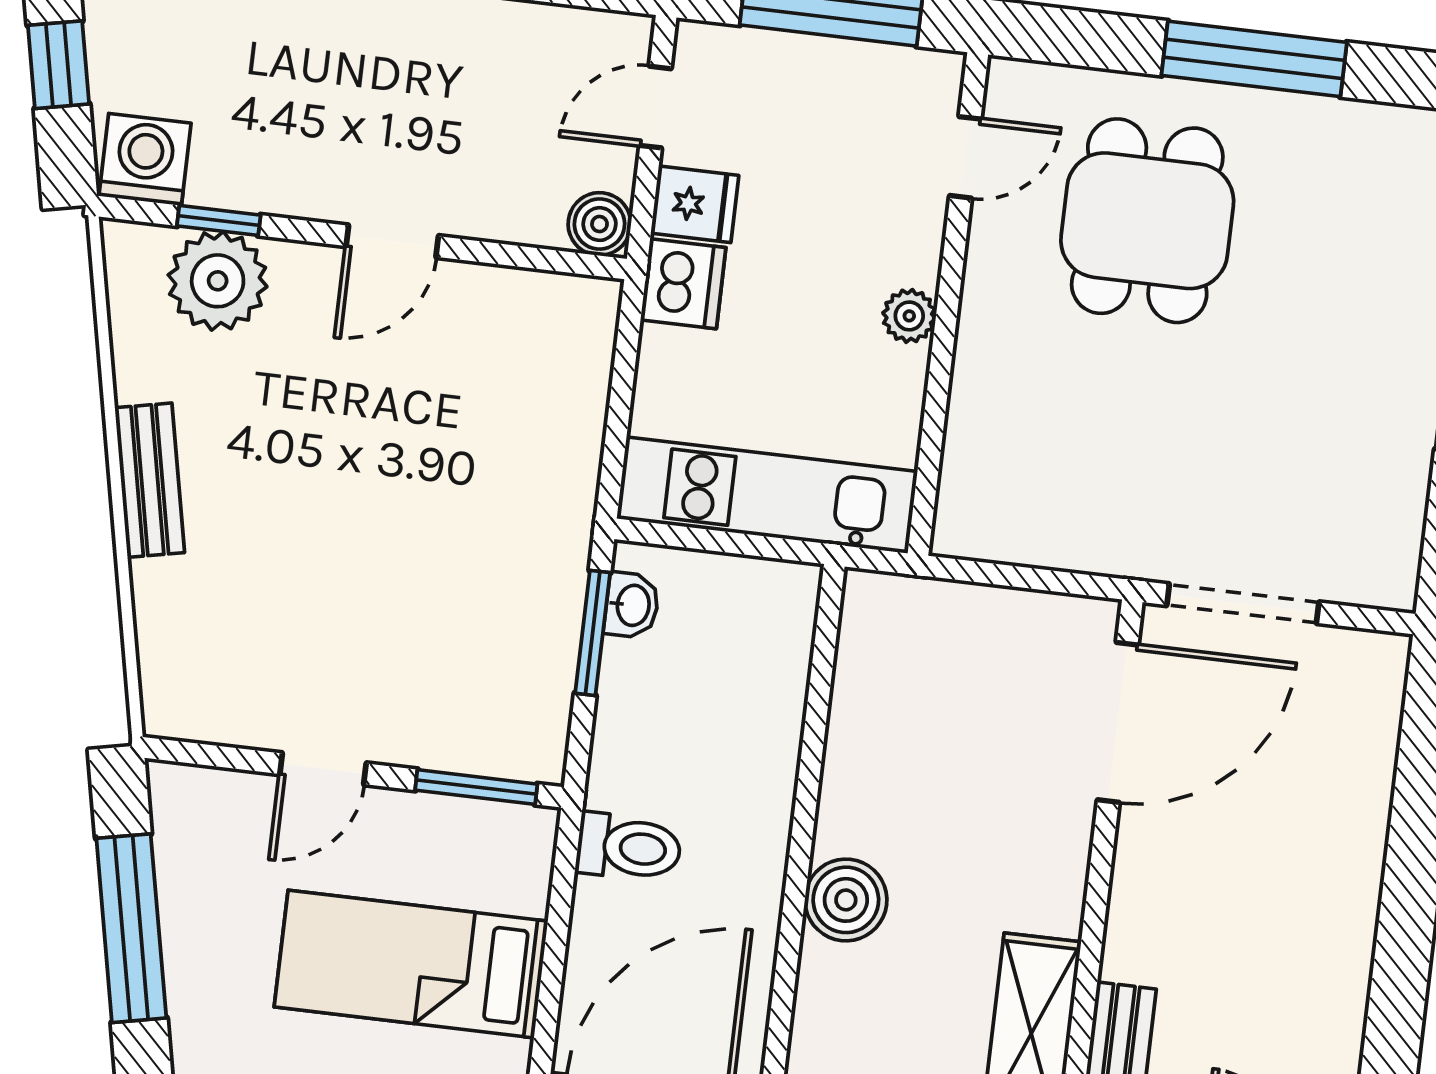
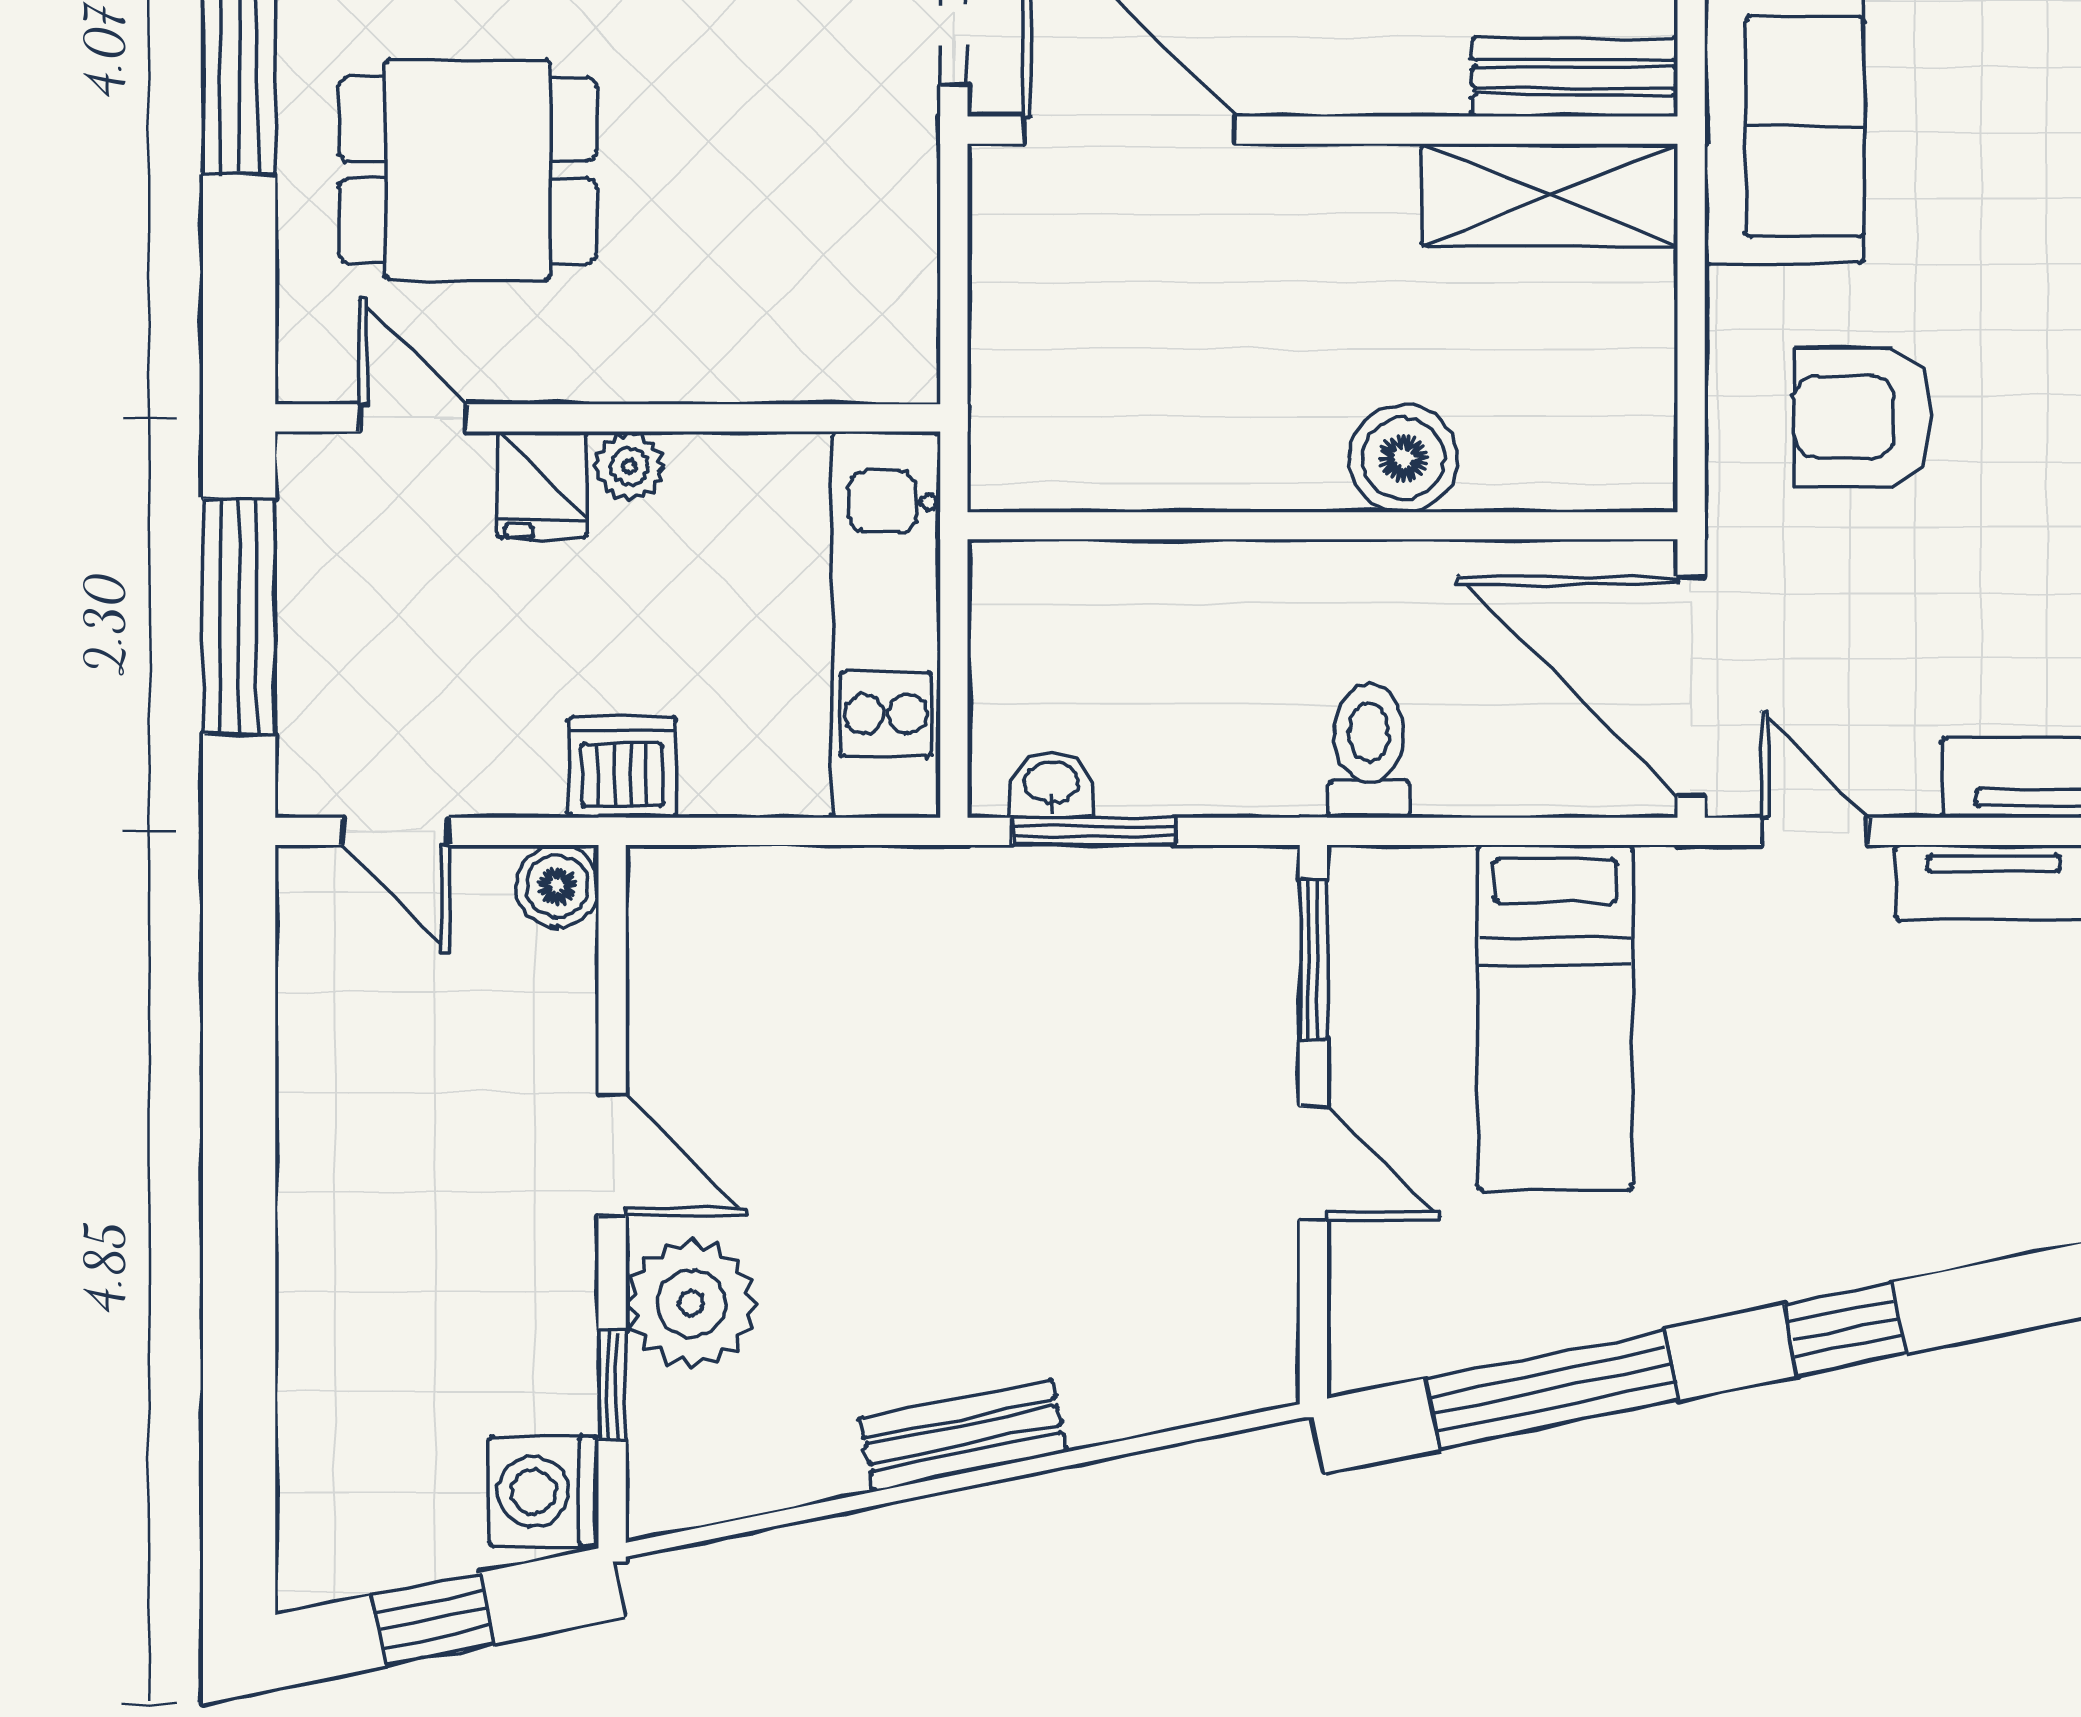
fridge: (695, 204) -> (542, 485), moved, turned 180
plant: (218, 281) -> (691, 1304), moved

